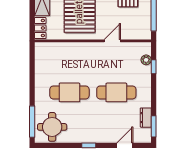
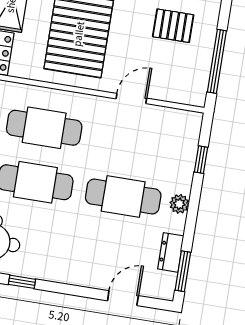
plant: (146, 60) -> (179, 204), moved
cafe table: (69, 63) -> (44, 128), added
window: (89, 145) -> (22, 282), moved

